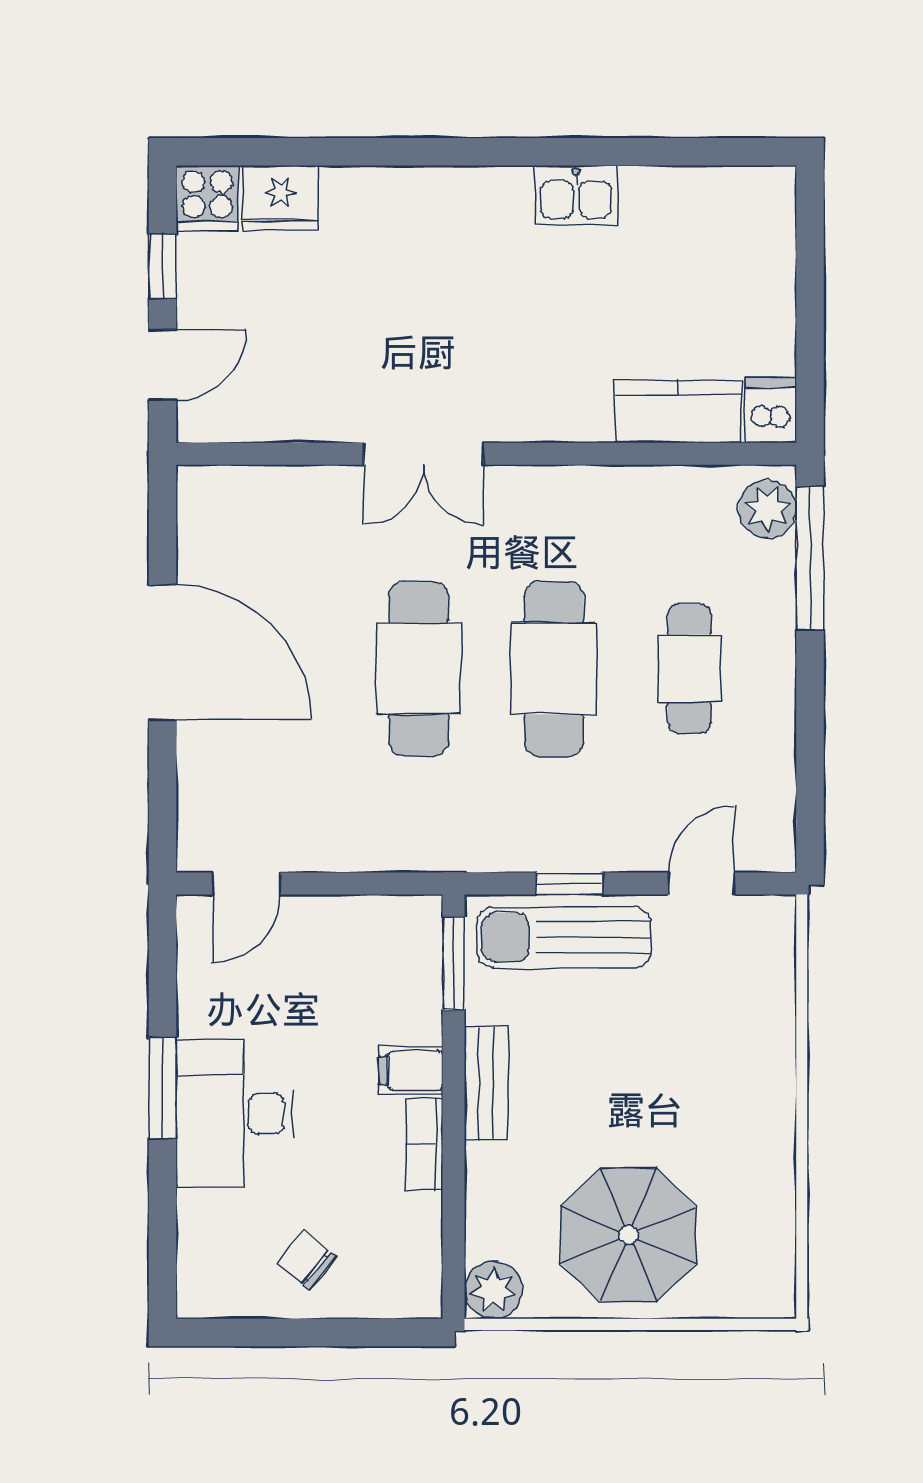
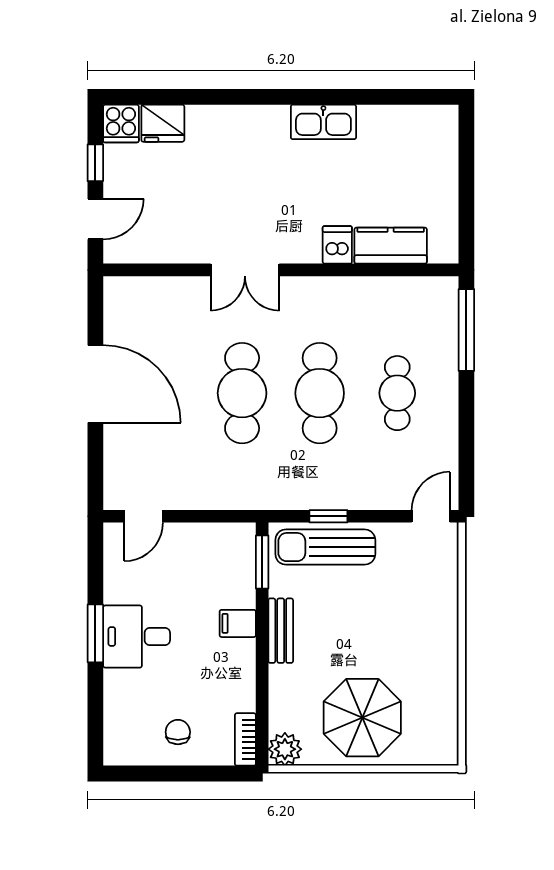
kitchen sink: (576, 195) -> (323, 122), width x1.38
dishwasher: (771, 410) -> (337, 245), moved
plant: (767, 509) -> (442, 302), removed
door: (702, 884) -> (431, 516), moved
desk: (234, 1114) -> (137, 637), width x0.73
bookcase: (424, 1144) -> (245, 739), moved
chair: (306, 1260) -> (178, 732), turned 51

